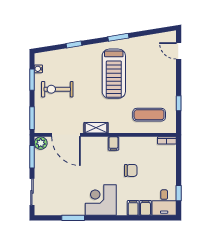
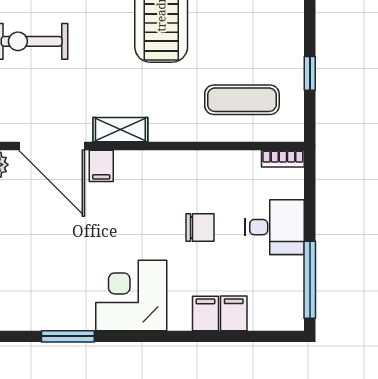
filing cabinet: (113, 144) -> (101, 166), moved
window: (179, 193) -> (310, 280), width x2.17
desk: (164, 203) -> (275, 227), moved, turned -90

